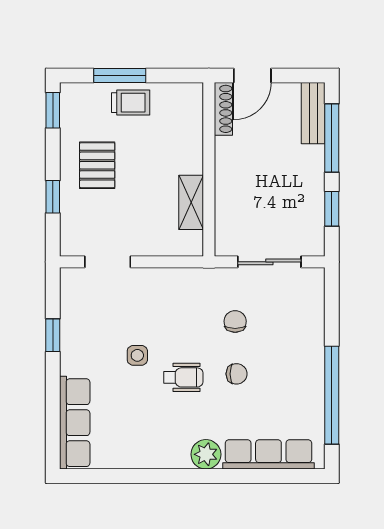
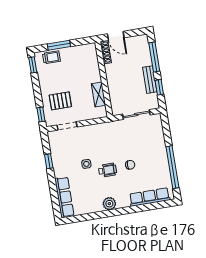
door: (252, 75) -> (116, 36), hinge flipped
trolley: (131, 103) -> (51, 57), moved
bench: (313, 113) -> (150, 80), moved
pallet: (97, 165) -> (60, 101), moved, turned 90
window: (53, 197) -> (41, 114), moved
chair: (235, 321) -> (126, 142), removed
plant: (206, 454) -> (109, 204), moved

